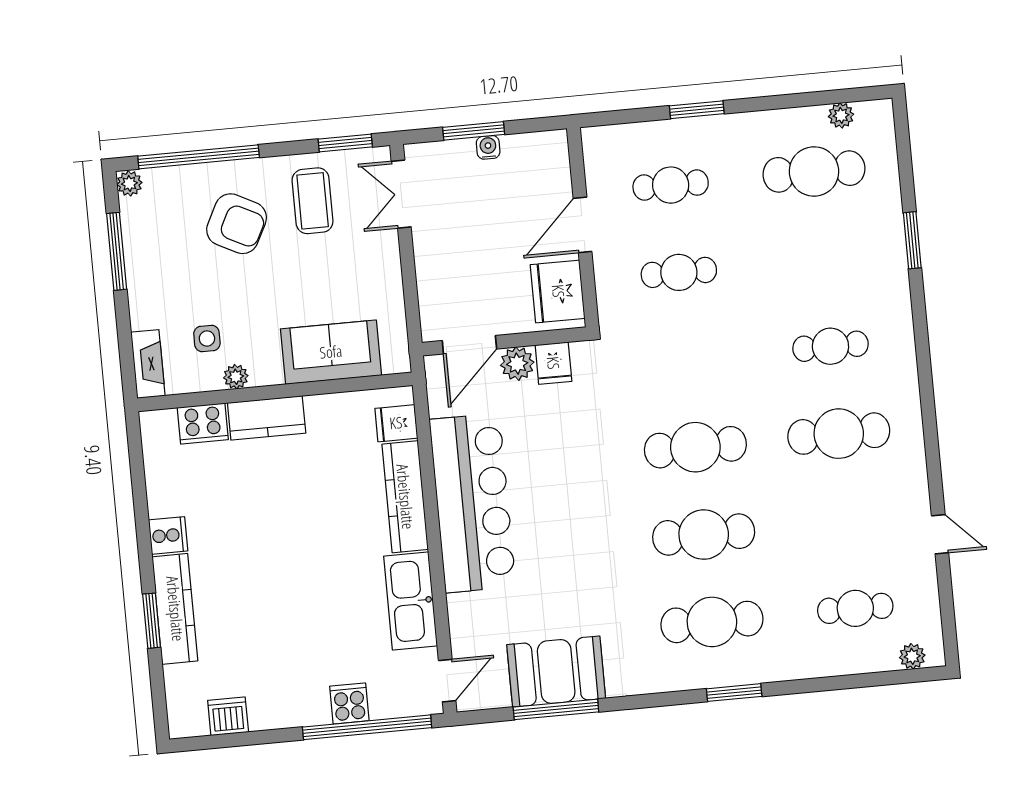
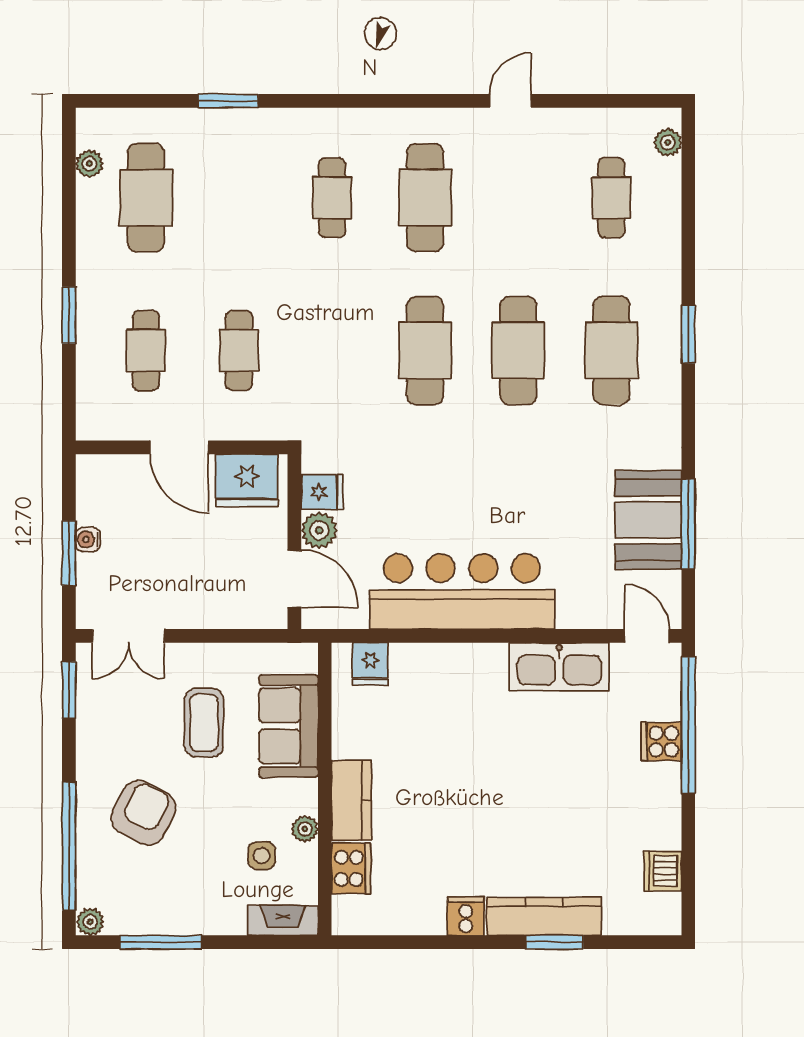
coffee table: (313, 201) -> (204, 723), moved, turned 90
kitchen counter: (405, 497) -> (449, 662), removed
door: (940, 534) -> (510, 101), moved

